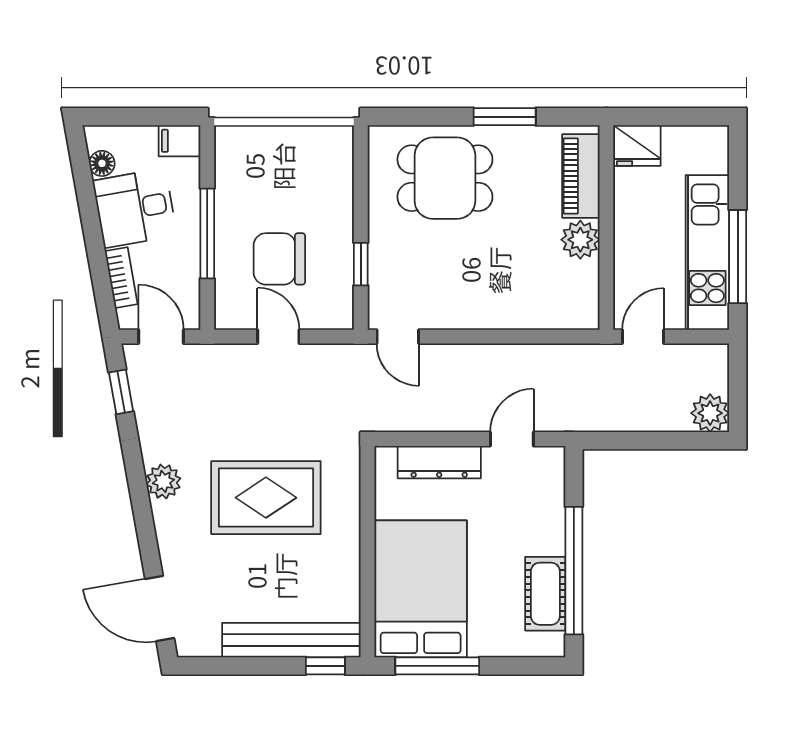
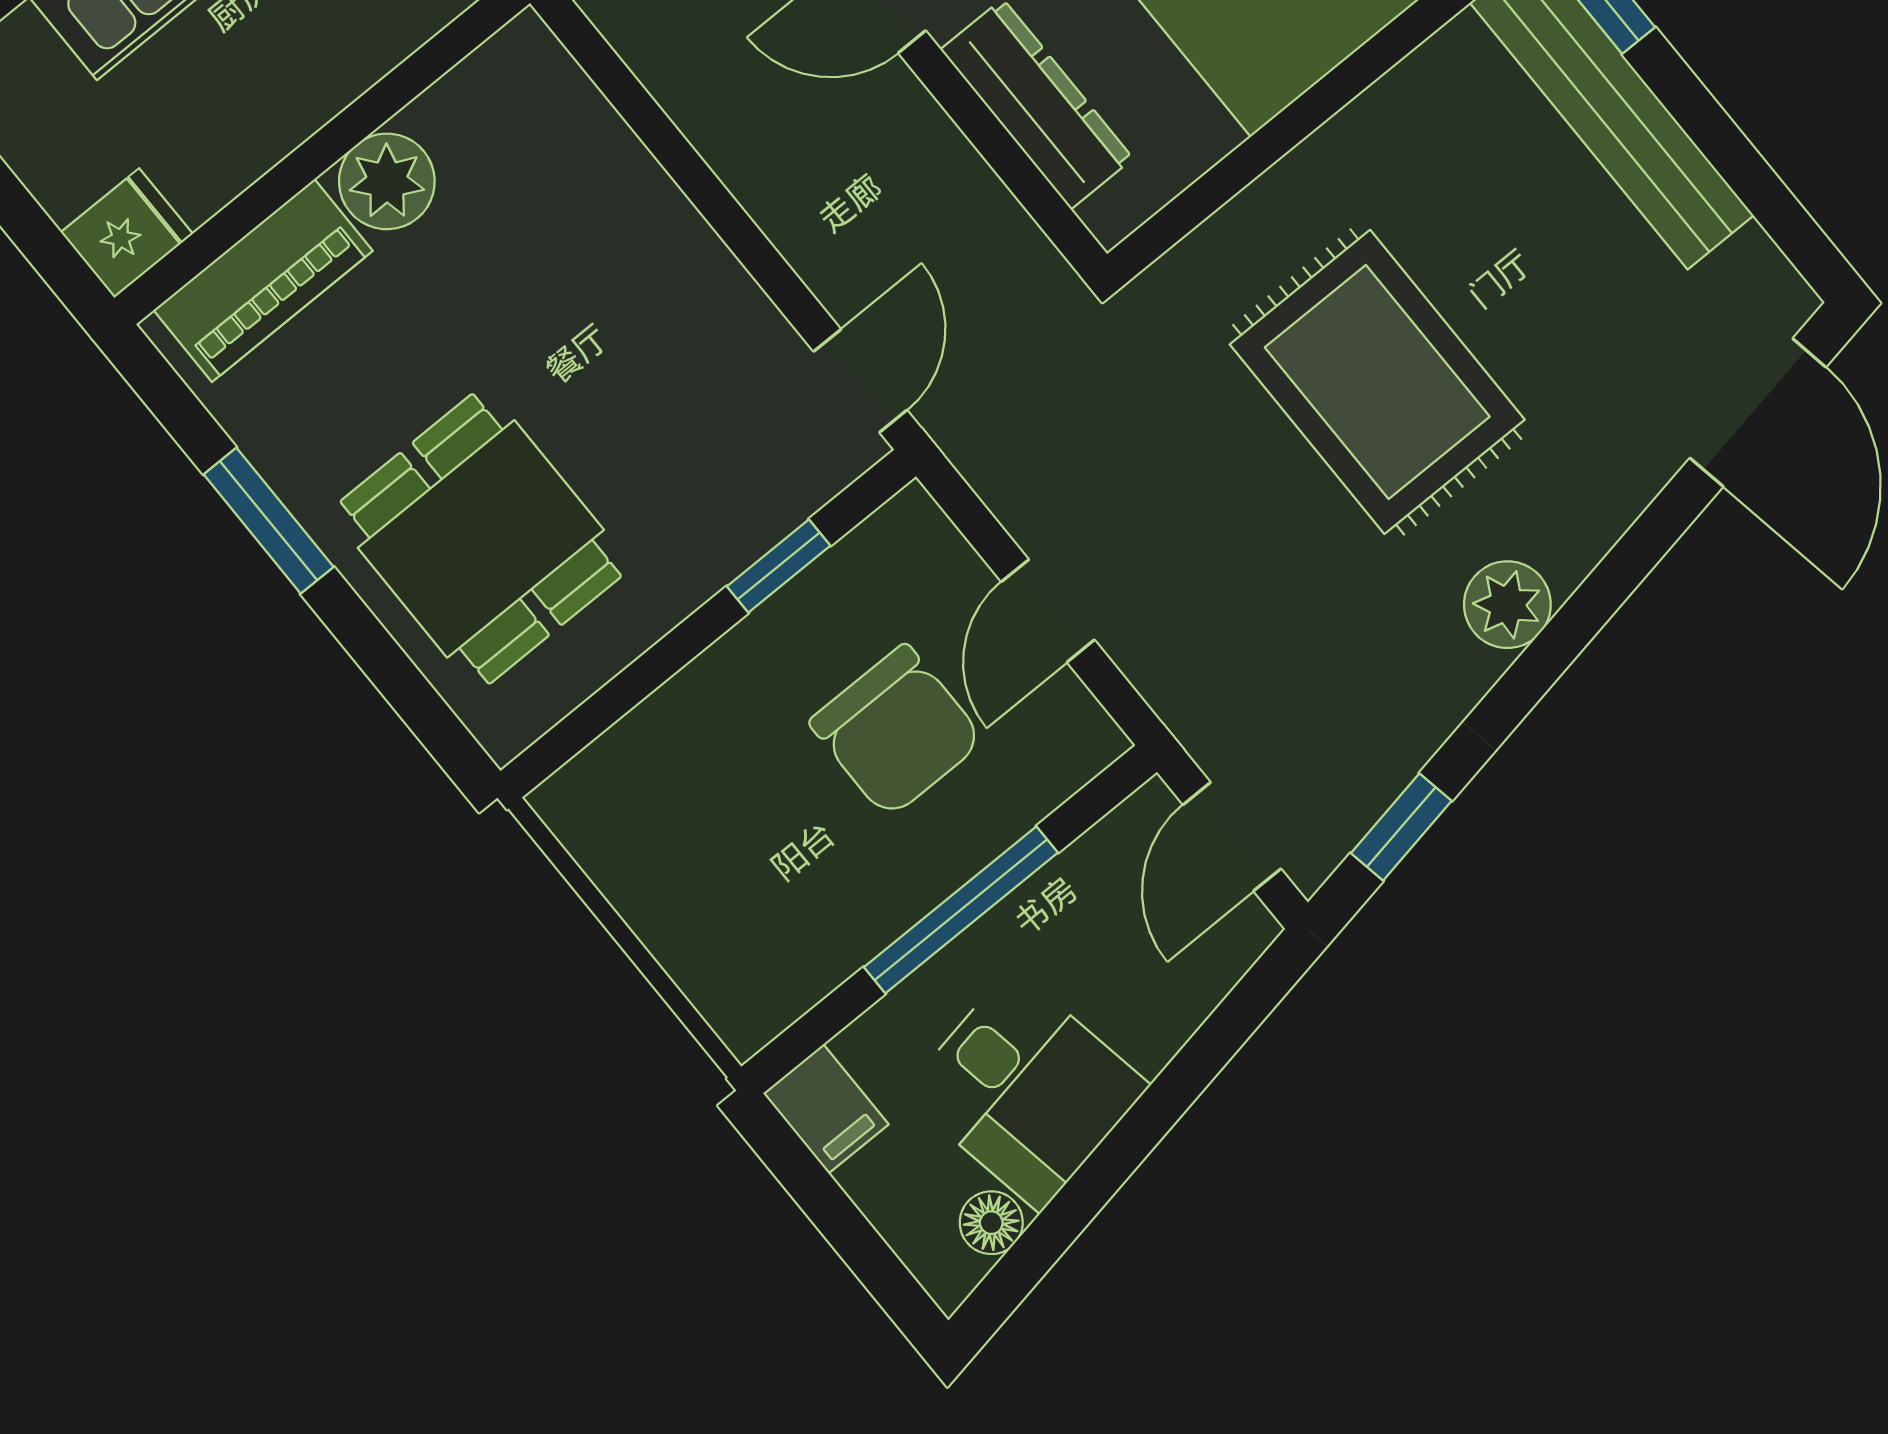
fridge: (637, 146) -> (127, 233), width x0.72
bookcase: (121, 278) -> (1181, 1006), removed

